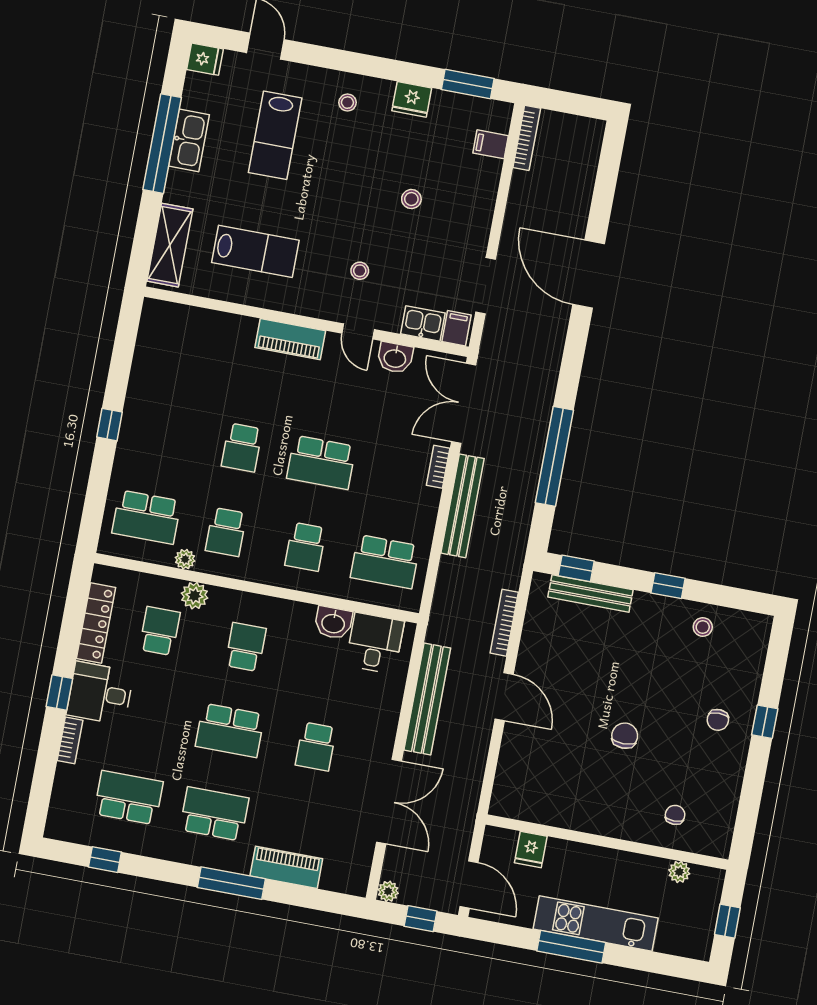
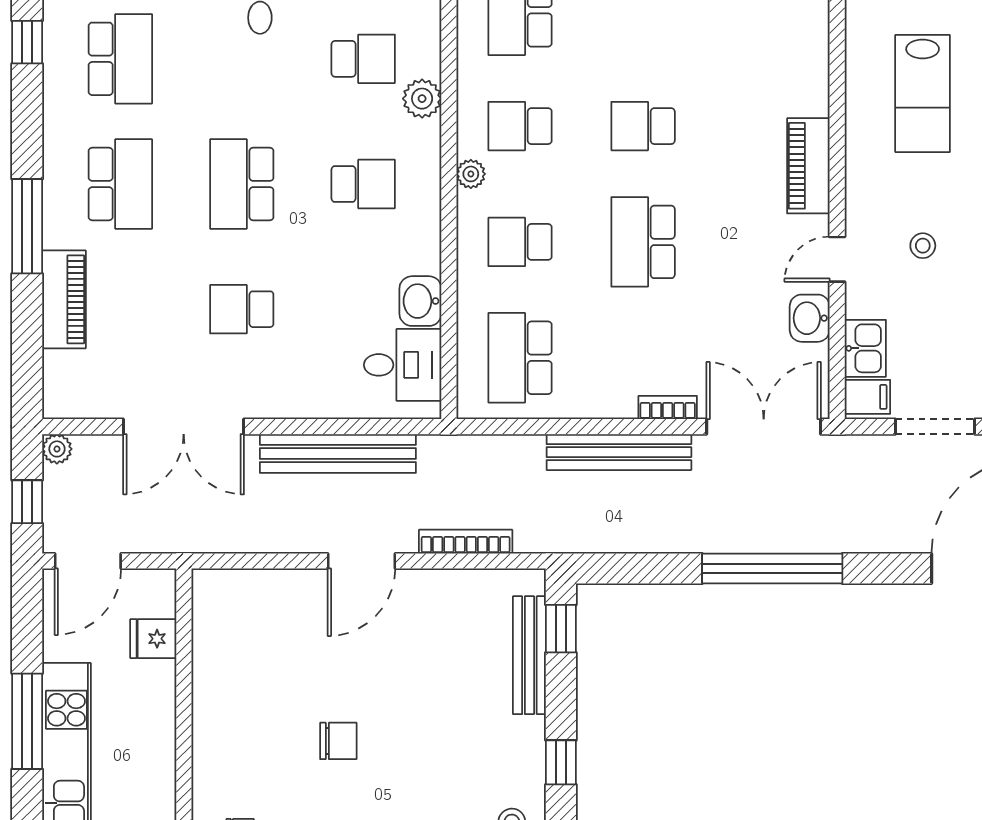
window: (554, 456) -> (772, 568), moved
plant: (185, 559) -> (471, 174), moved

